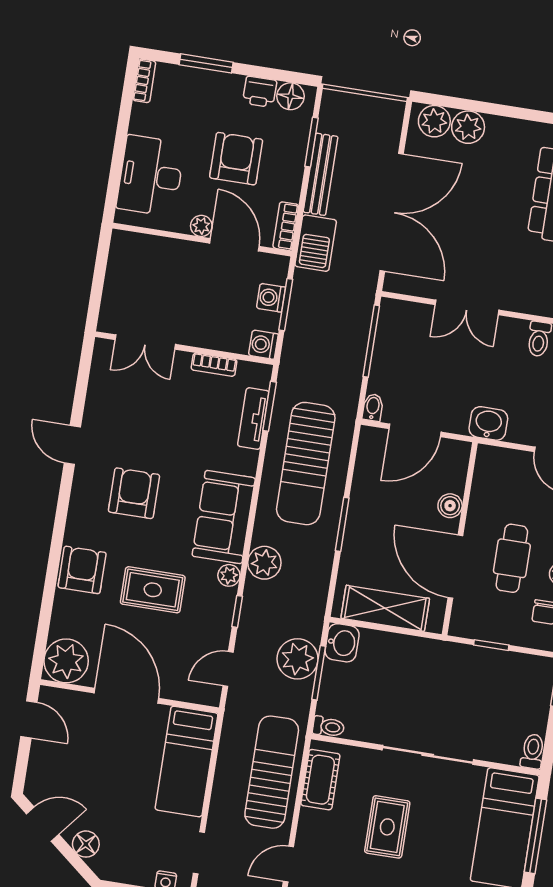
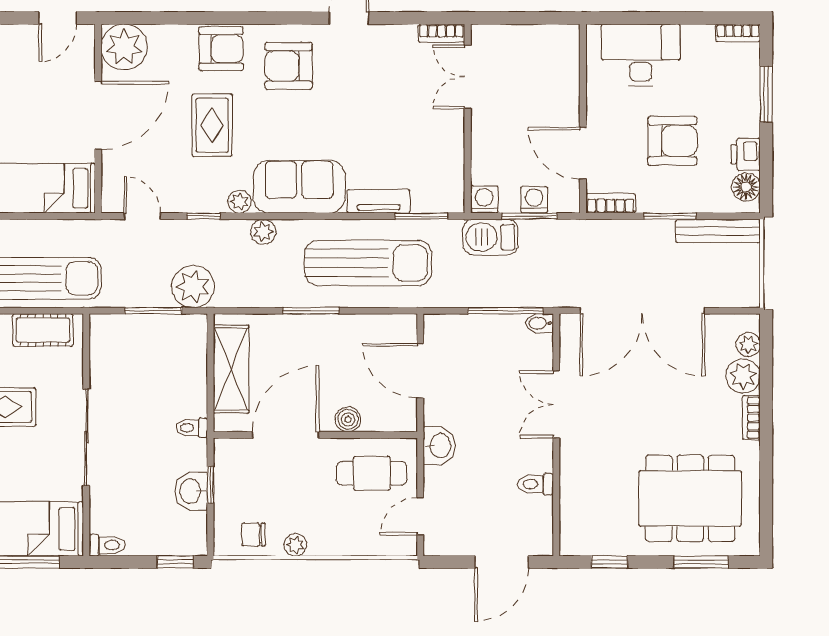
plant: (434, 121) -> (748, 344), width x0.73, depth x0.73
bookcase: (509, 126) -> (751, 418), added
window: (311, 142) -> (670, 216), moved
bench: (321, 174) -> (718, 231), moved
plant: (201, 226) -> (597, 116), removed
barbecue: (316, 243) -> (490, 237), moved
door: (234, 245) -> (583, 153), swing flipped
bookcase: (214, 365) -> (442, 33), moved, turned -90
bidet: (373, 407) -> (539, 323), moved, turned 180
tv unit: (253, 419) -> (379, 201), moved
sun lounger: (306, 464) -> (368, 263), turned 180
armchair: (134, 493) -> (289, 66), moved, turned 180
cafe table: (512, 558) -> (372, 473), moved
plant: (264, 563) -> (263, 232), width x0.73, depth x0.73
washbasin: (342, 643) -> (191, 491), moved, turned 90
plant: (297, 659) -> (193, 286), moved
toilet: (328, 727) -> (191, 428), moved, turned 90

